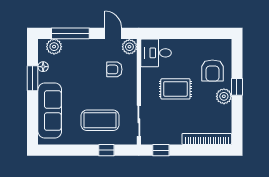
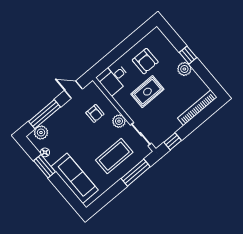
plant: (129, 47) -> (119, 121), moved
armchair: (114, 69) -> (95, 113), turned -90
armchair: (212, 71) -> (145, 61), moved
window: (106, 150) -> (136, 173), width x2.17

